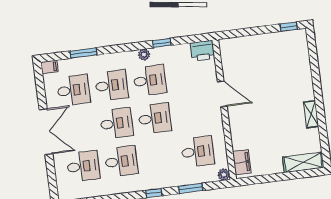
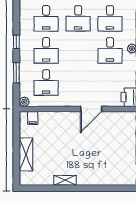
desk: (155, 118) -> (46, 50), moved
filing cabinet: (242, 162) -> (33, 118), width x0.50
shelving: (303, 162) -> (26, 154), moved

